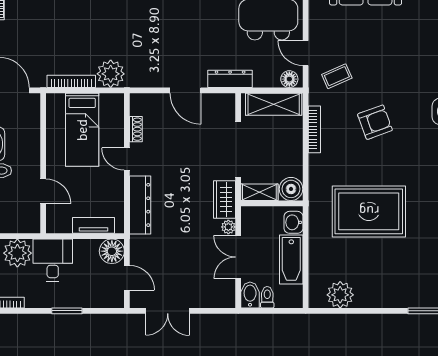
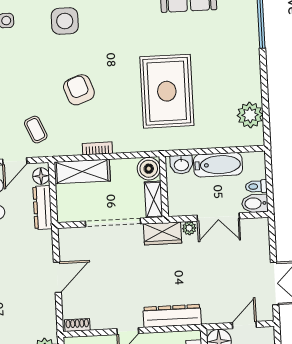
dresser: (230, 79) -> (43, 207), moved
shelving: (274, 104) -> (82, 172), moved, turned 90
shoe rack: (136, 129) -> (77, 325), moved
bookcase: (314, 129) -> (97, 148), width x0.64

